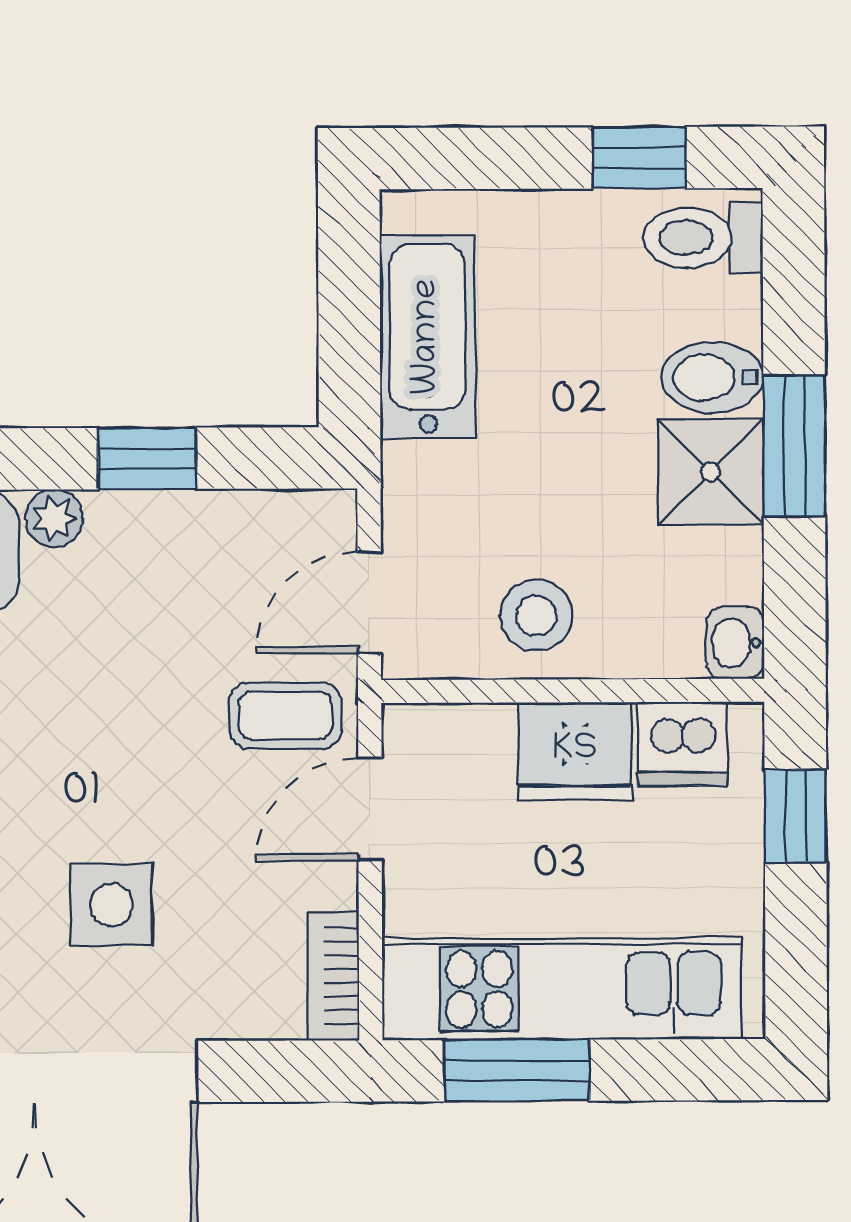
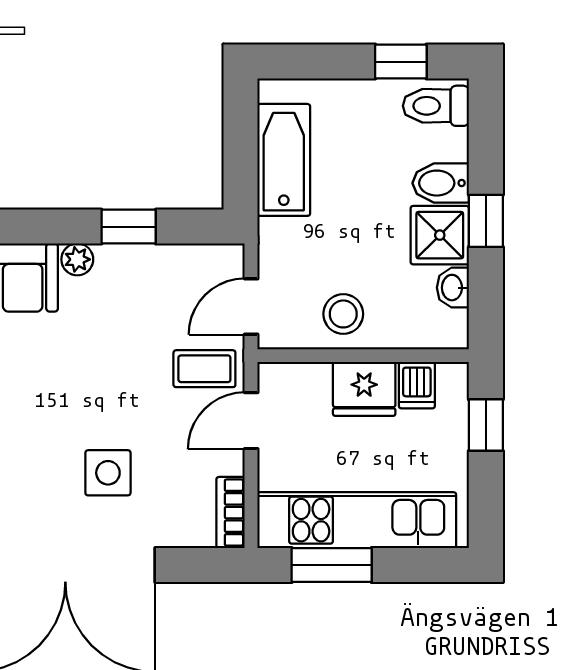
window: (794, 446) -> (486, 221), width x0.67
washbasin: (735, 643) -> (453, 288), moved
dishwasher: (682, 744) -> (417, 385), width x0.73

